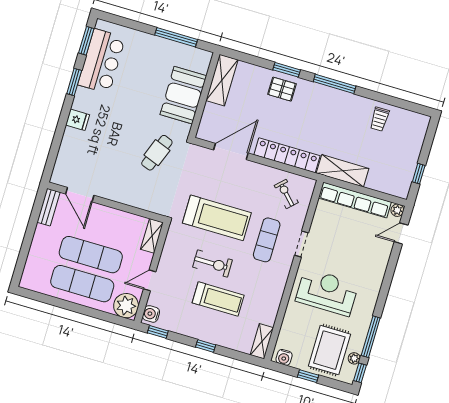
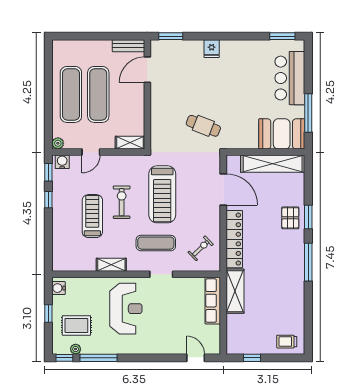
bar counter: (102, 61) -> (290, 78), moved, turned 90
shelving: (222, 80) -> (273, 164), width x1.47
window: (74, 82) -> (171, 36), moved
booth: (183, 95) -> (282, 134), moved
trolley: (380, 119) -> (287, 342), moved
row of seats: (355, 200) -> (213, 301), width x0.73
plant: (397, 210) -> (215, 349), removed
exercise bike: (213, 263) -> (122, 202), turned 180
door: (150, 280) -> (91, 152), swing flipped
treadmill: (218, 299) -> (92, 216), turned 180
plant: (126, 306) -> (58, 143), width x0.53, depth x0.53
shelving: (262, 341) -> (111, 265), moved
window: (206, 346) -> (48, 200), moved
rug: (329, 350) -> (76, 325), width x0.73, depth x0.70

